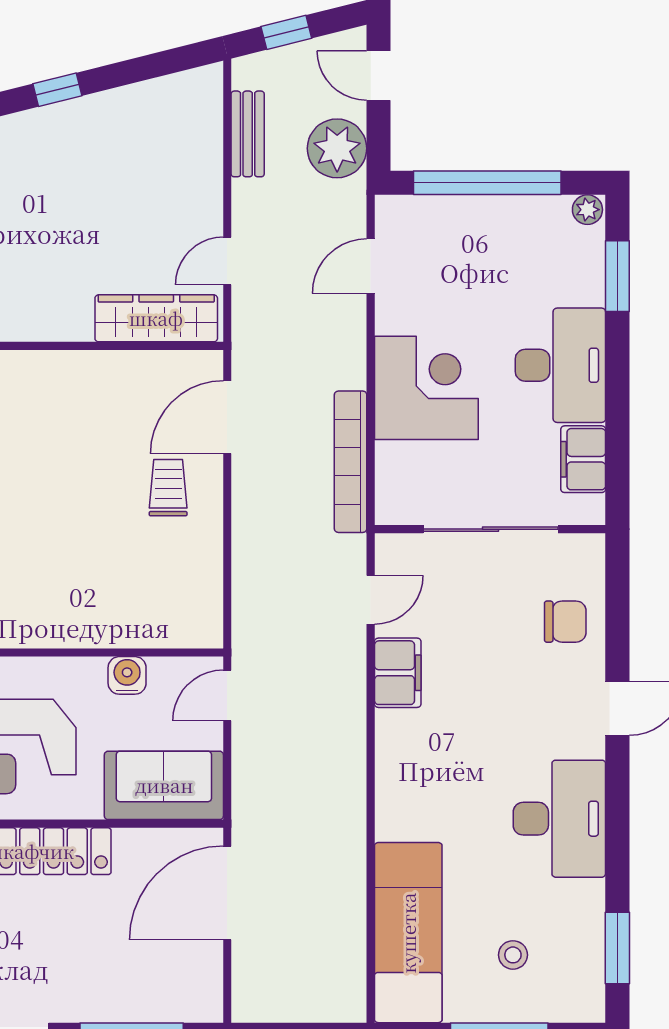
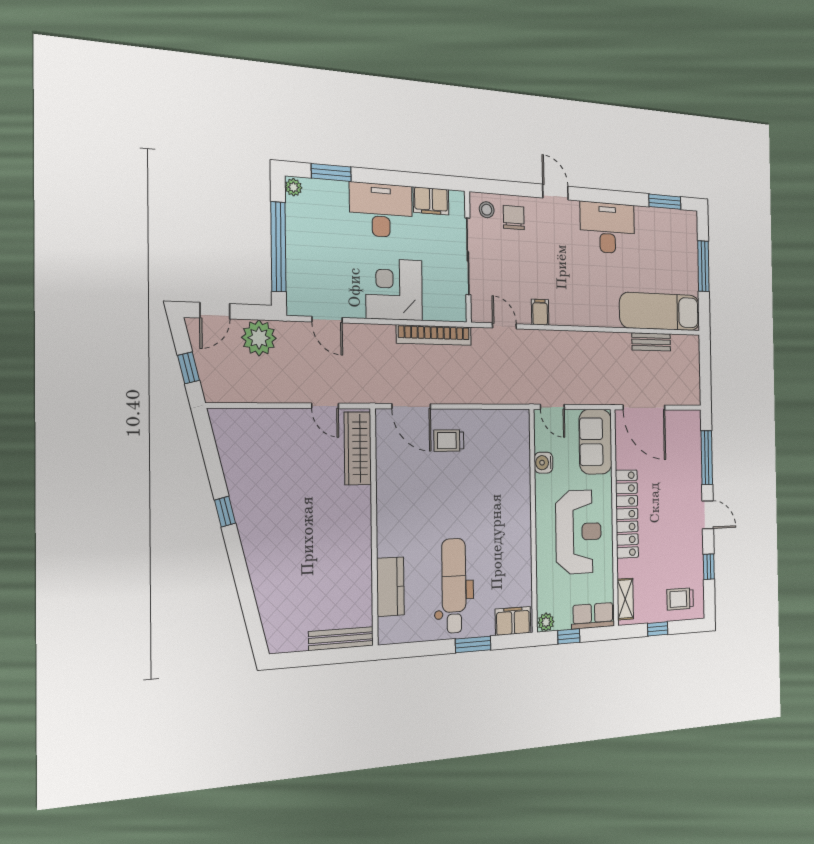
bench: (248, 134) -> (651, 342), moved
filing cabinet: (398, 673) -> (540, 312), width x0.50
stool: (513, 955) -> (487, 210), moved

